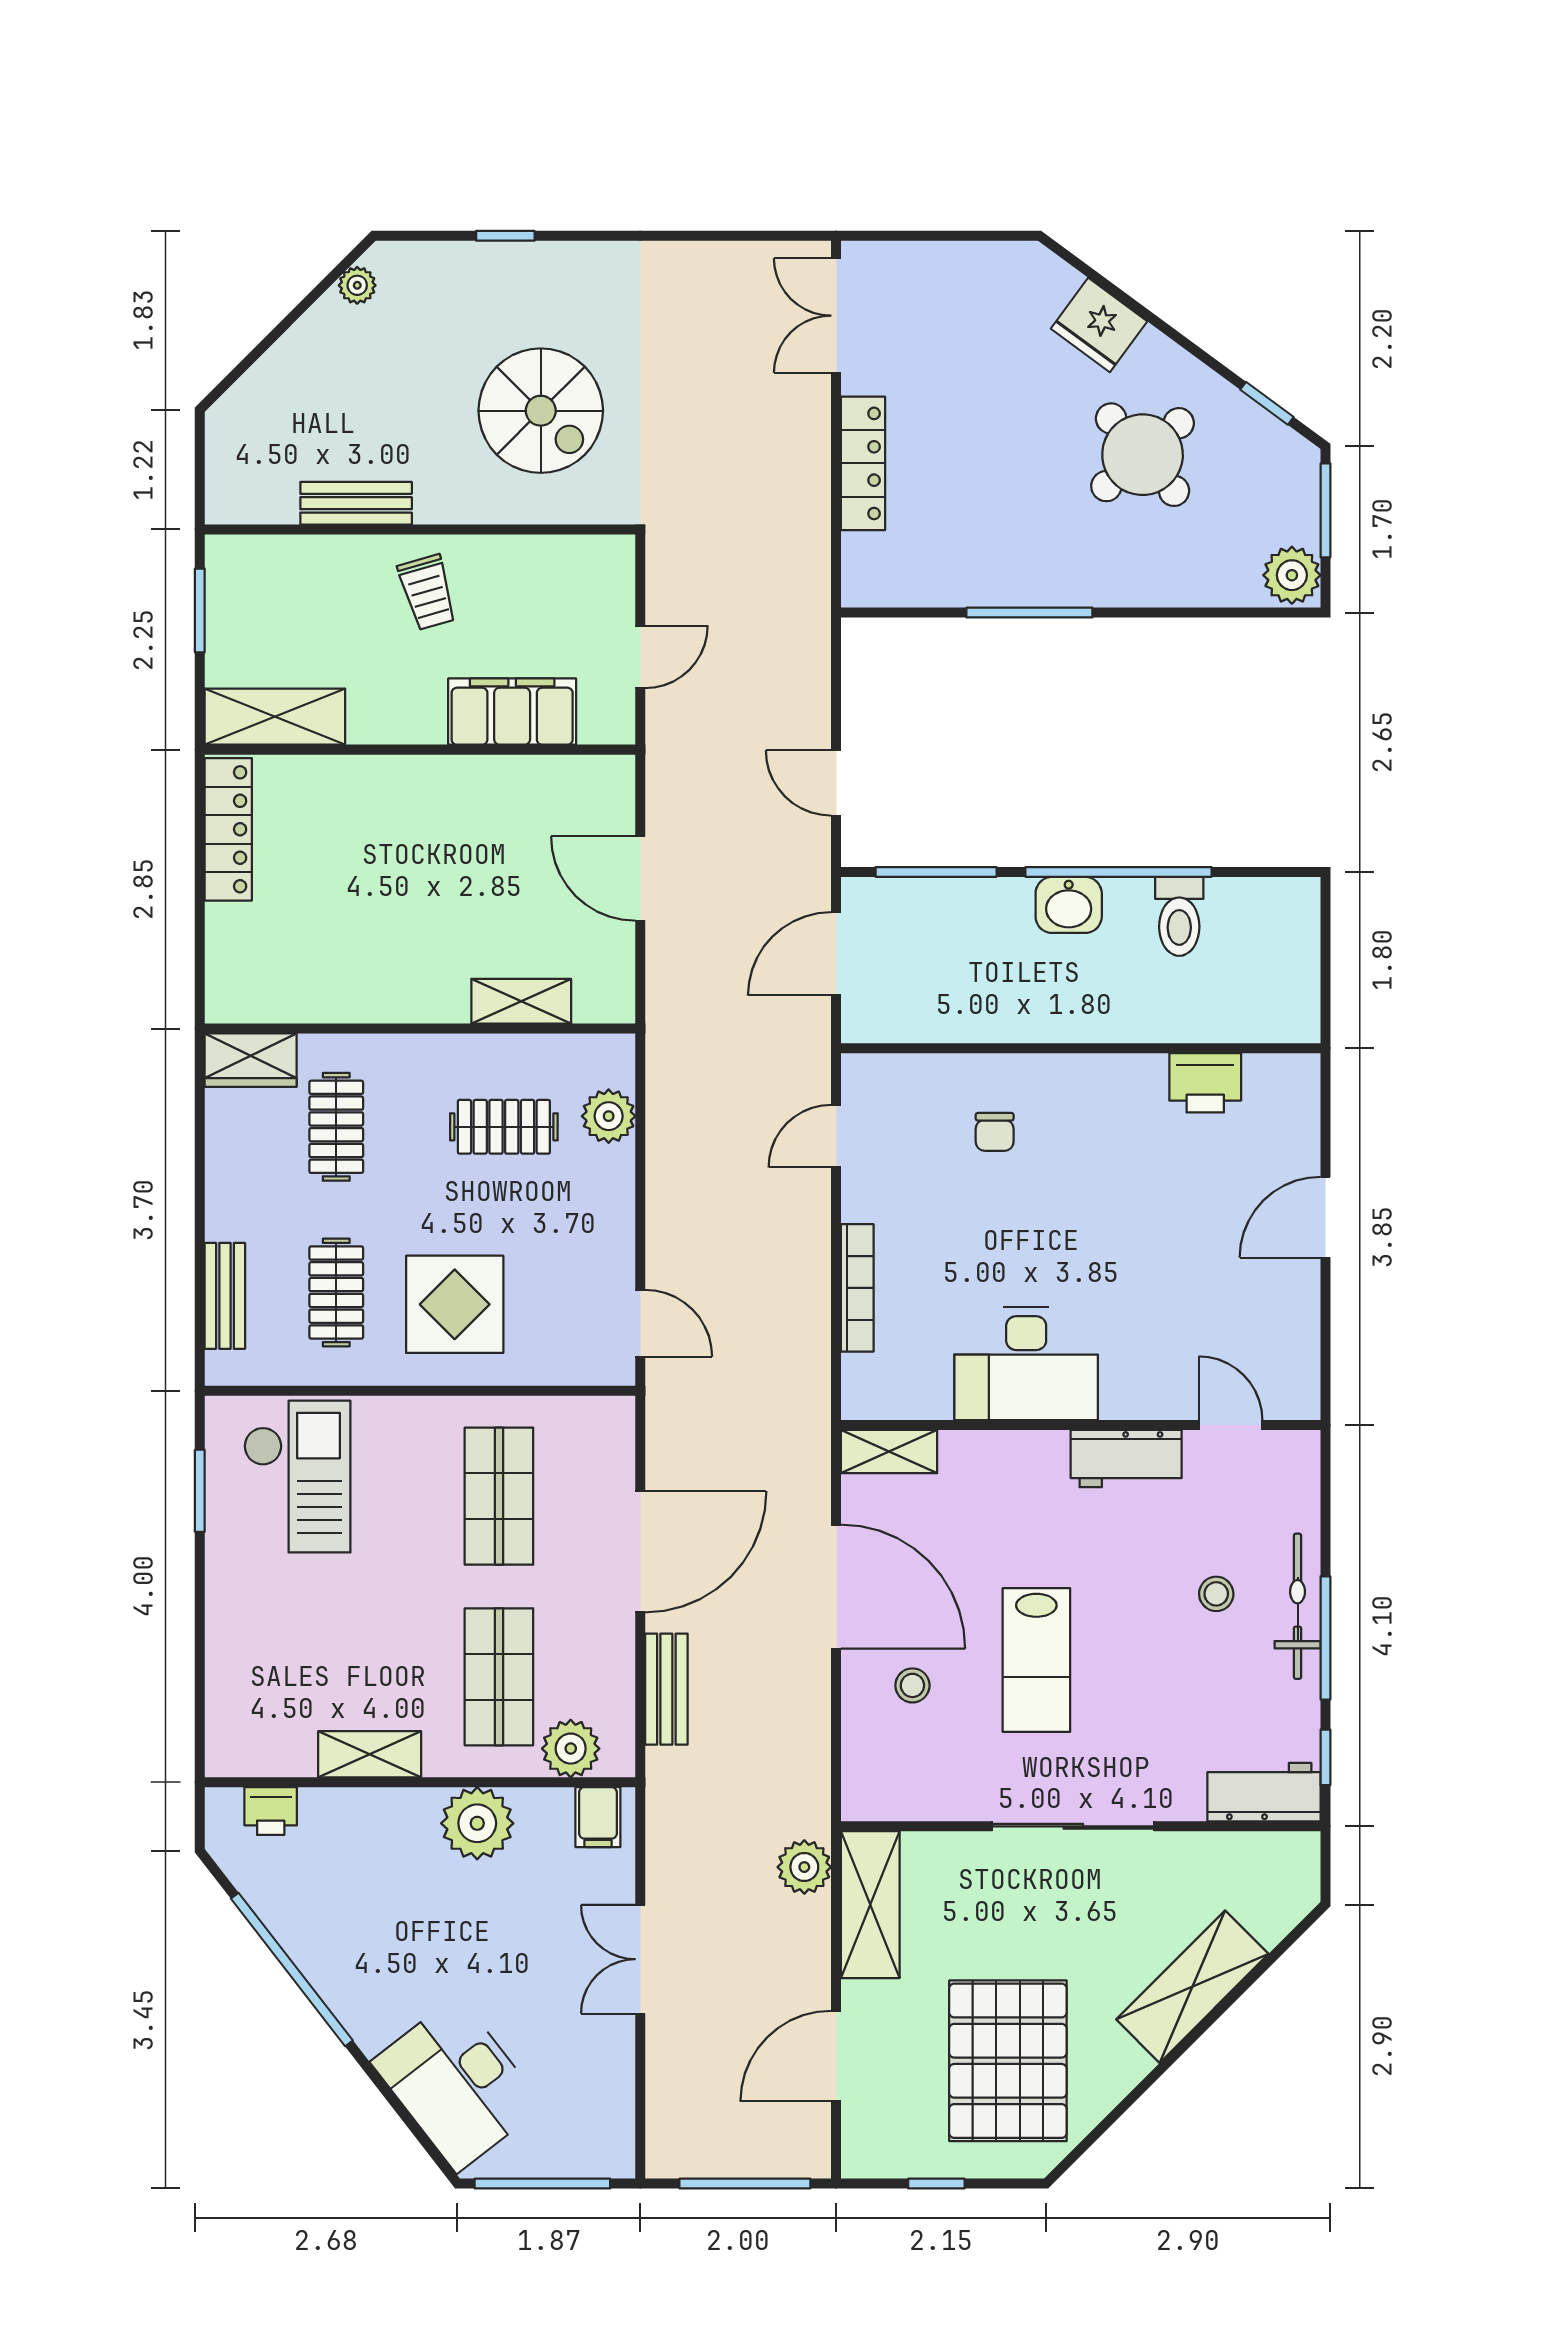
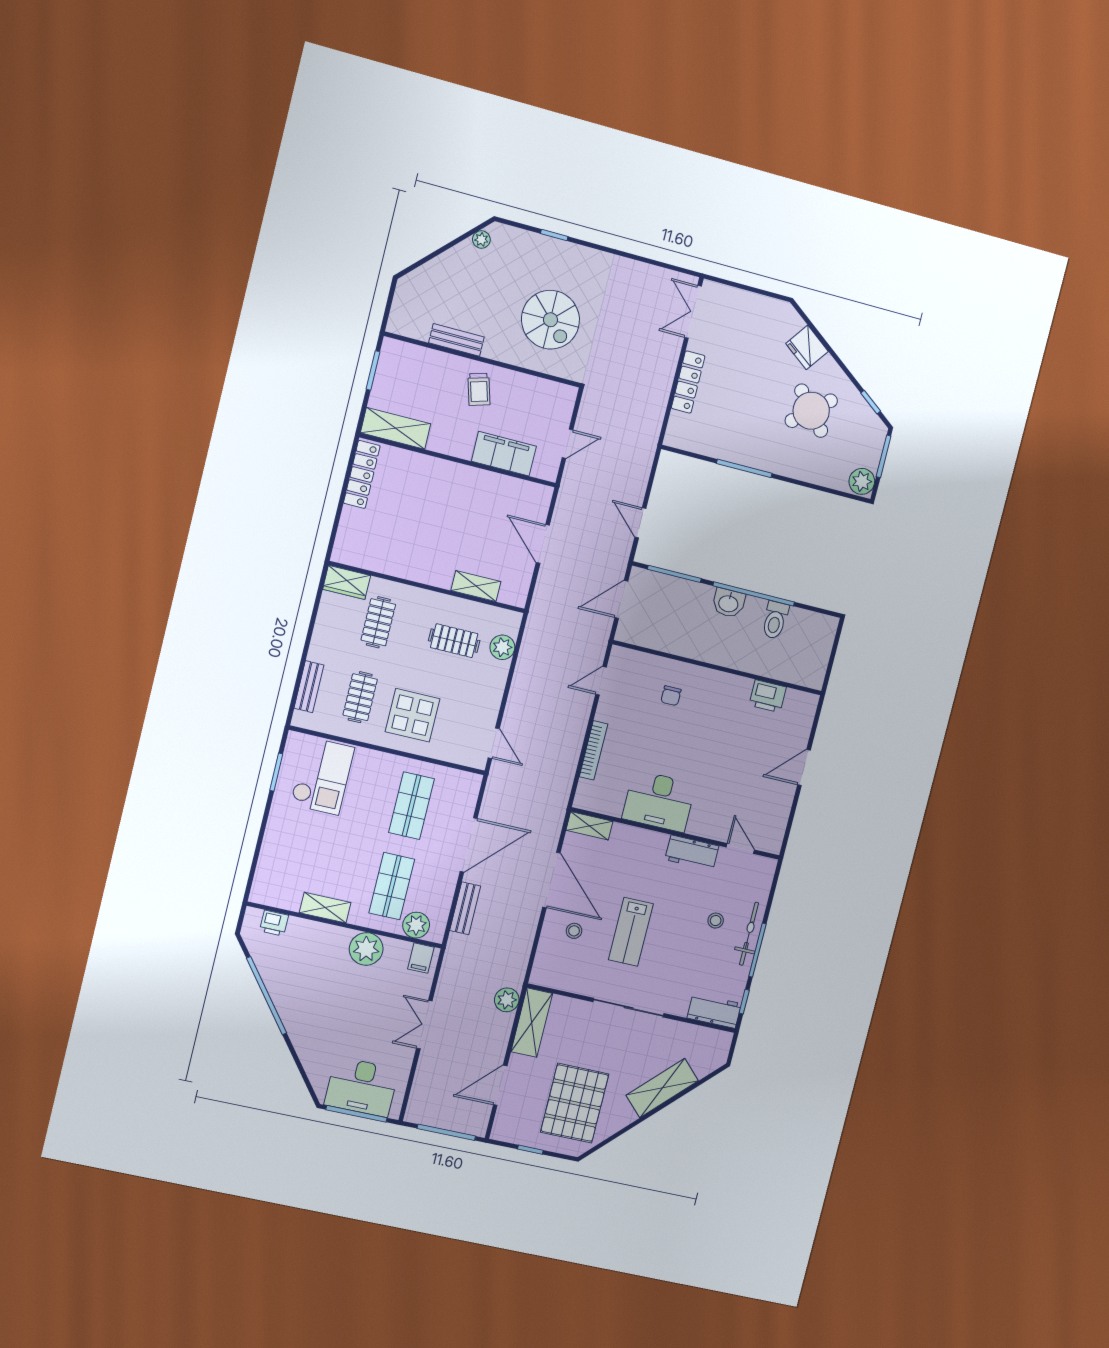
desk: (457, 2084) -> (362, 1087), moved, turned -52

